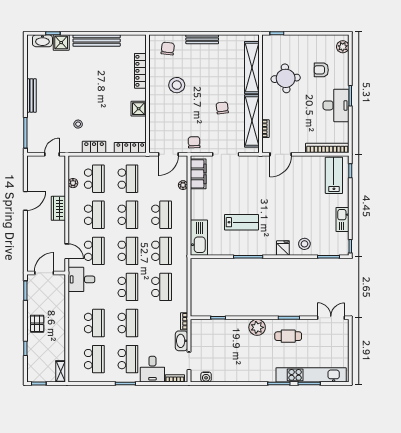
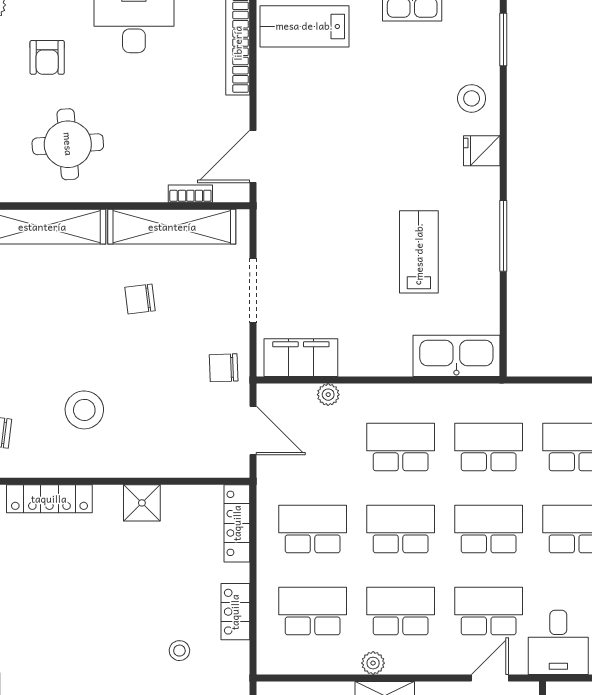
door: (281, 154) -> (253, 156), swing flipped
plant: (73, 183) -> (373, 663), moved

